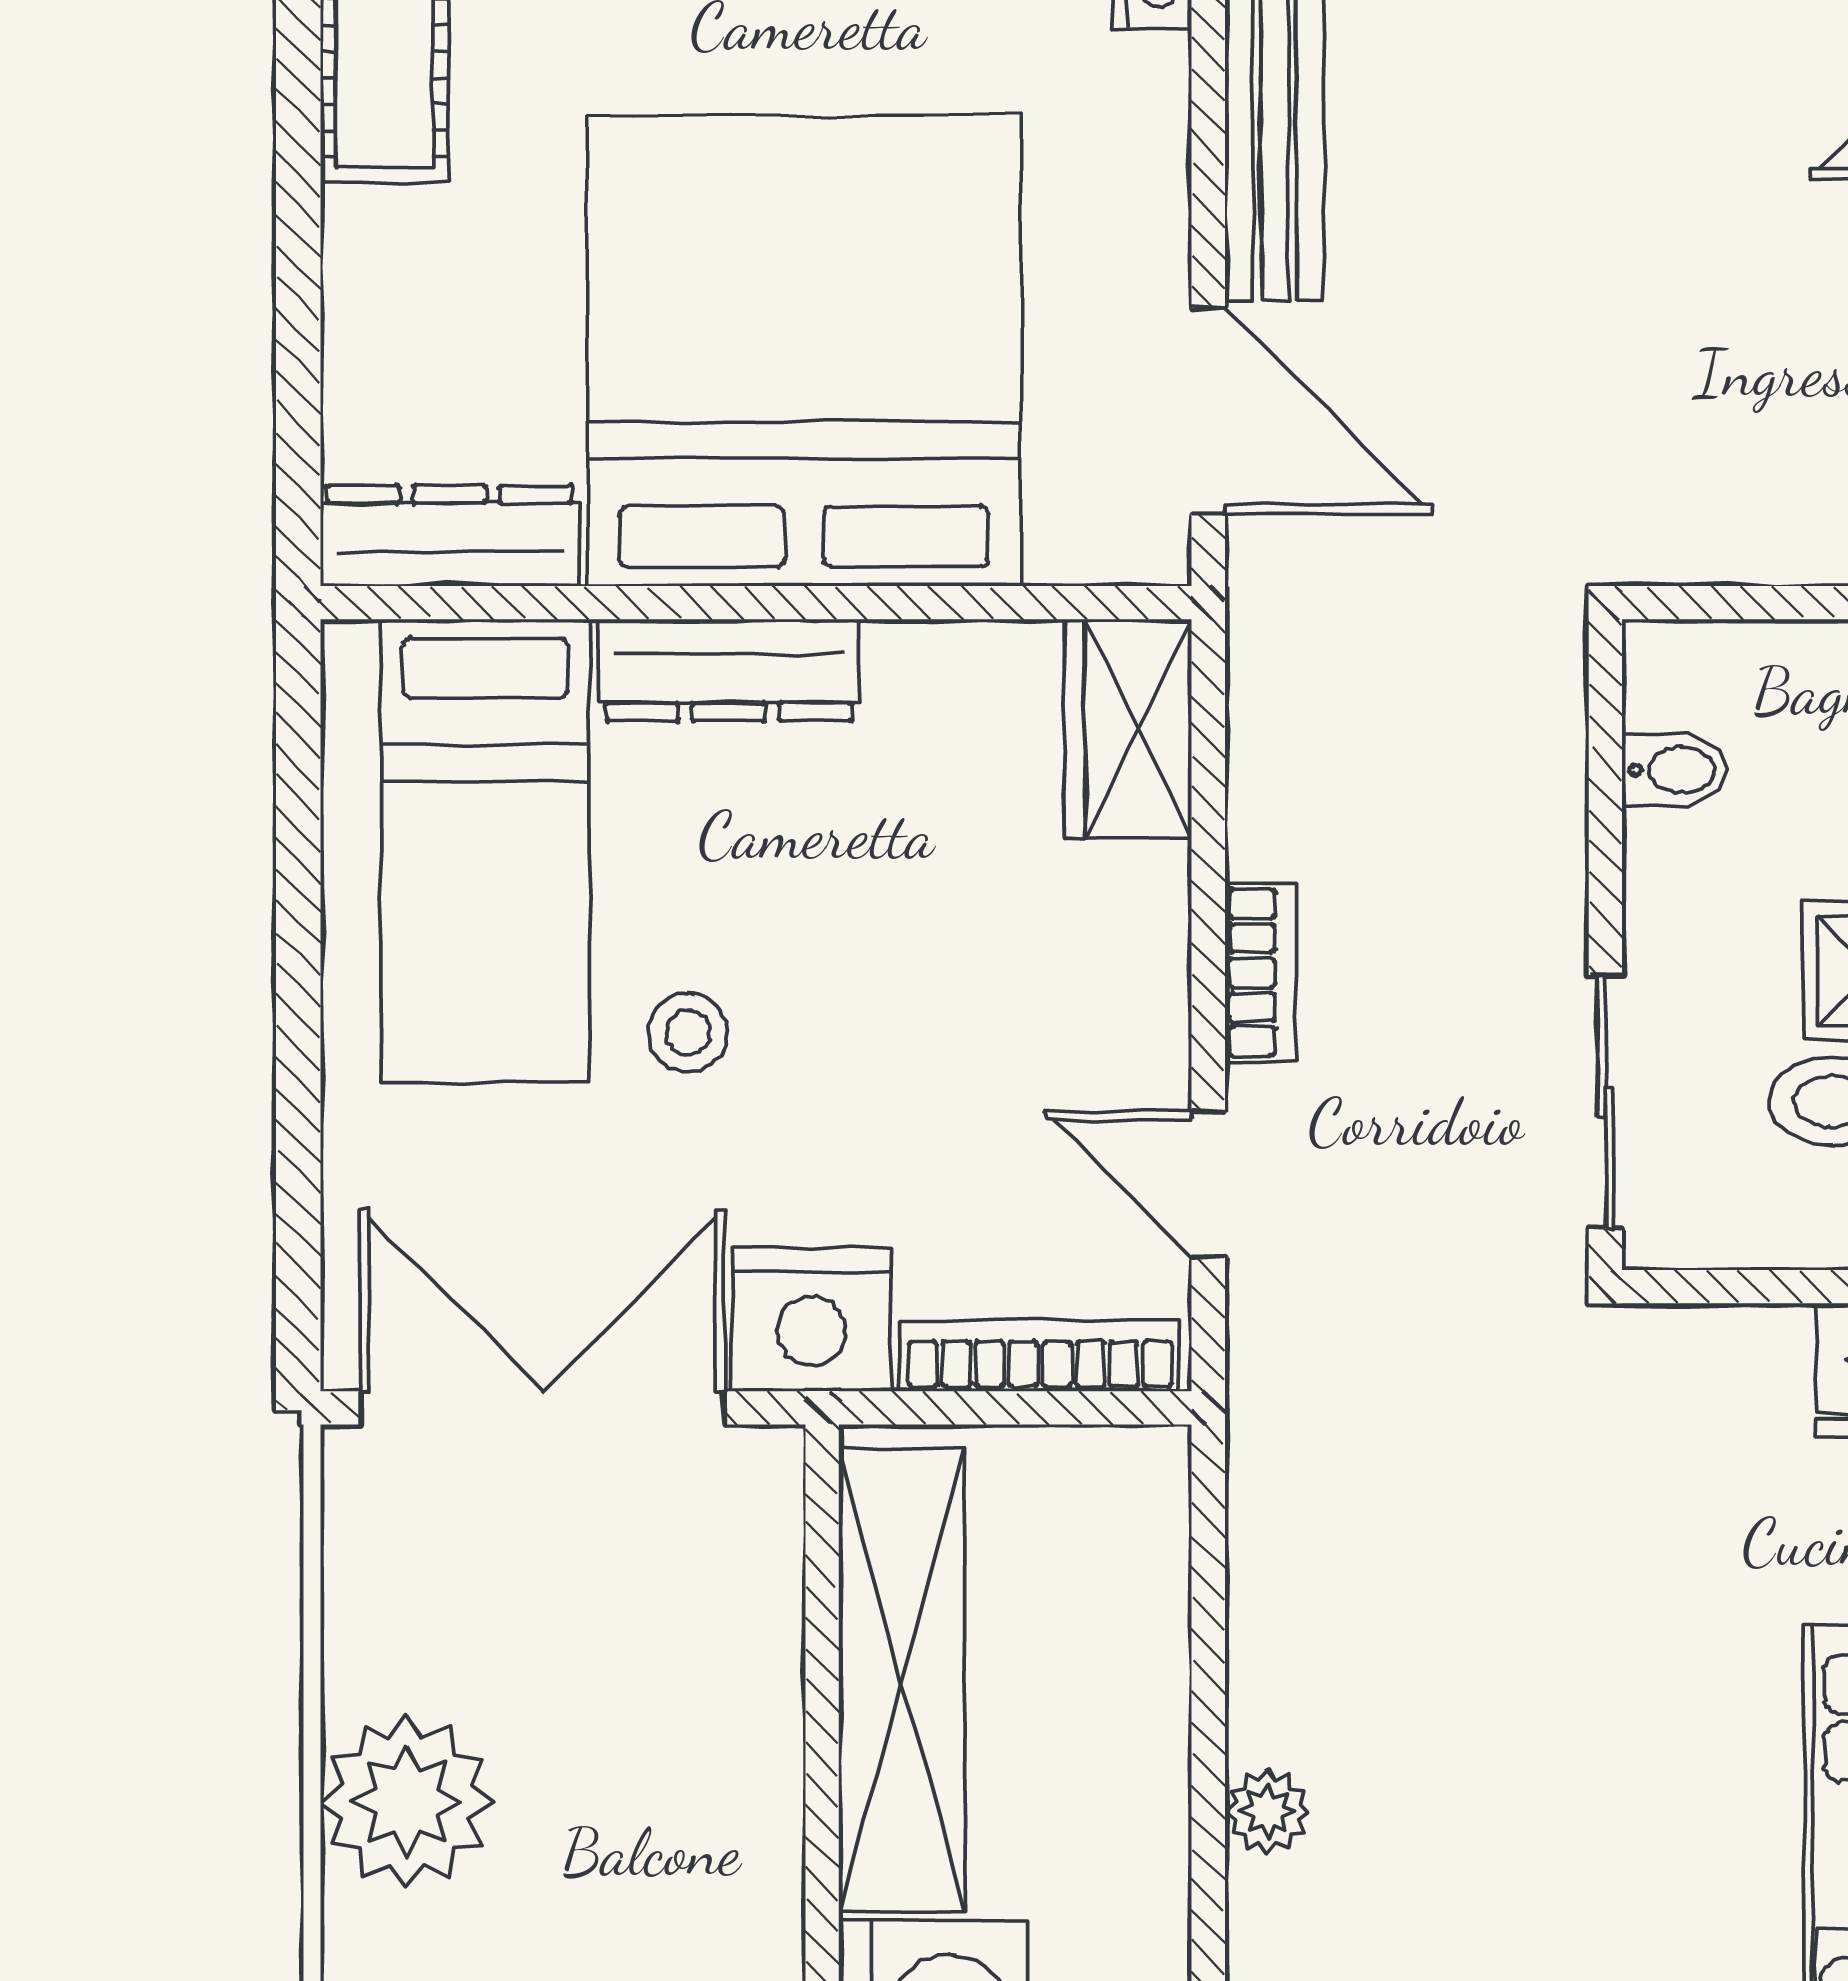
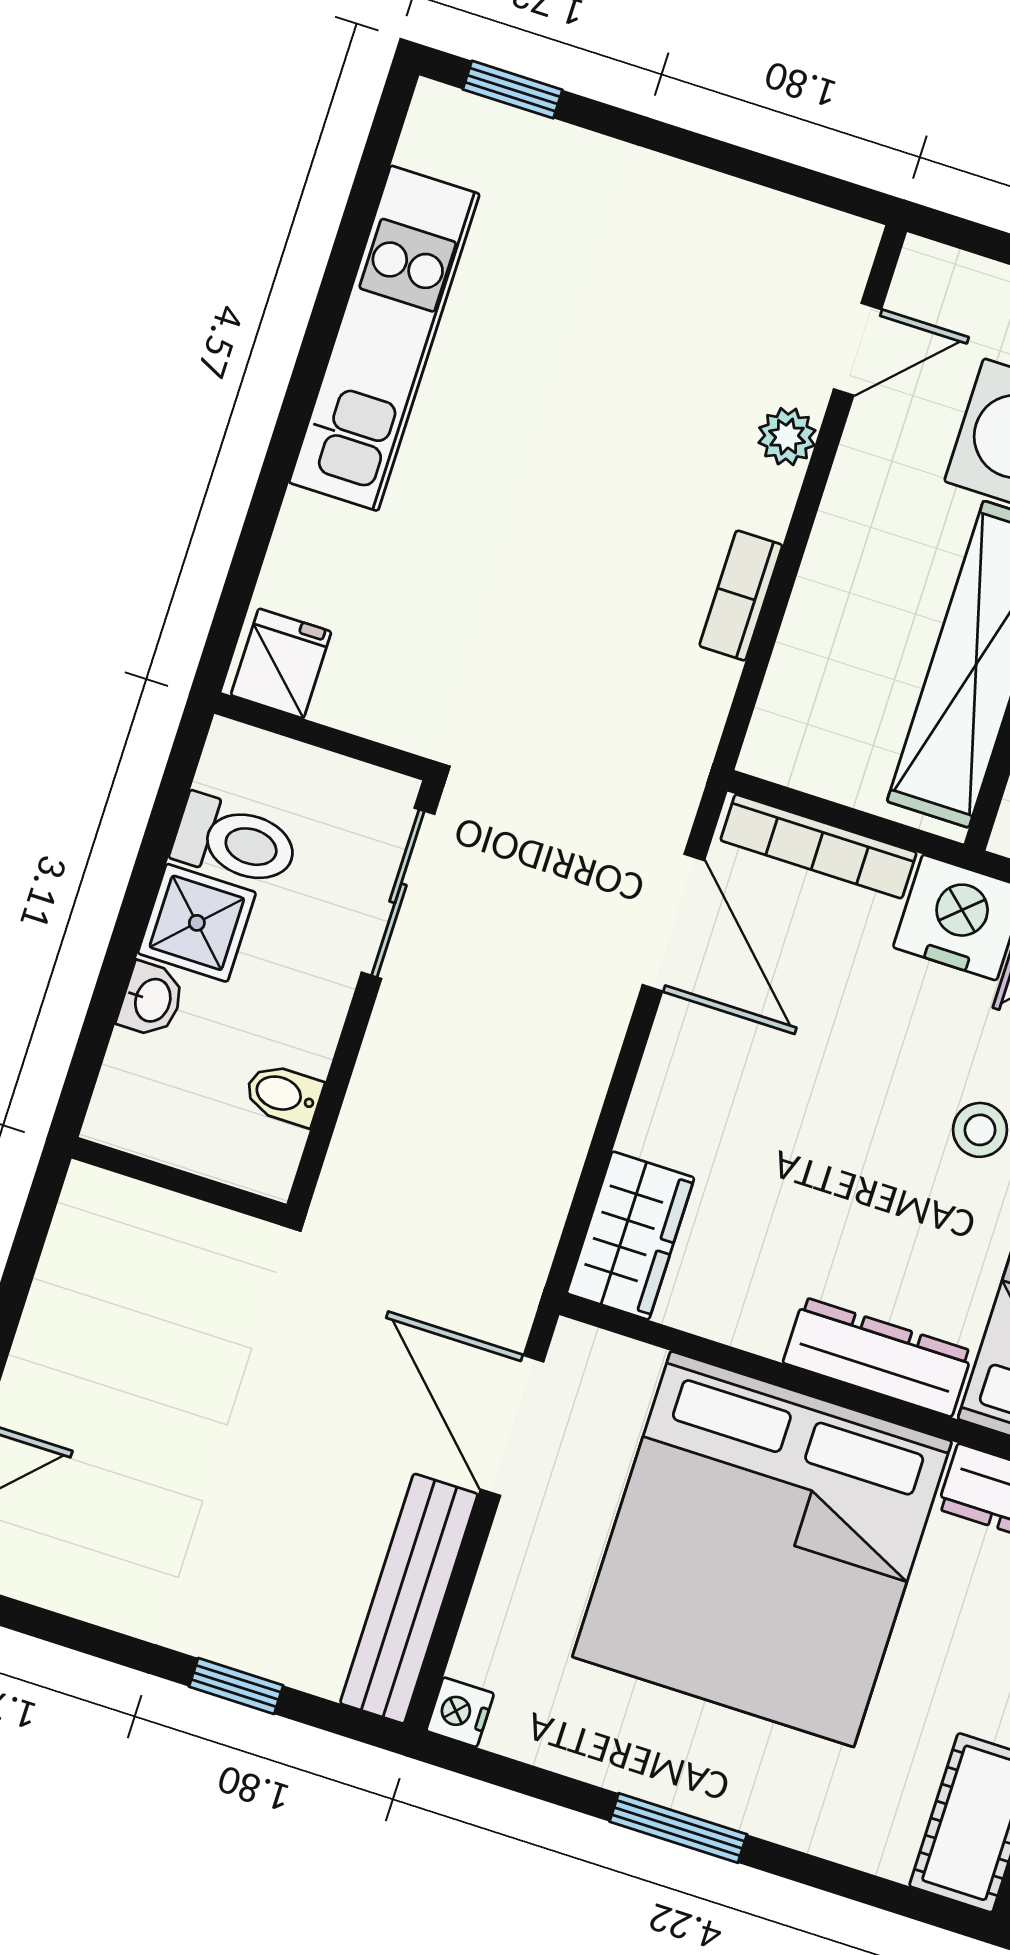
bookcase: (1261, 973) -> (741, 596), moved
door: (1208, 1184) -> (673, 923), width x1.38
plant: (1267, 1811) -> (787, 437), moved

